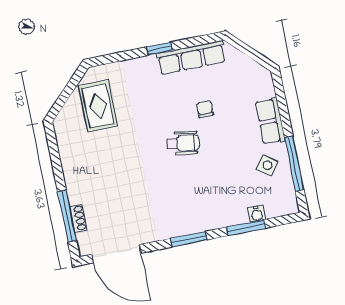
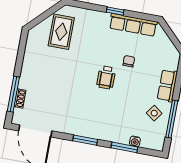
wheelchair: (183, 143) -> (106, 77), turned 82

